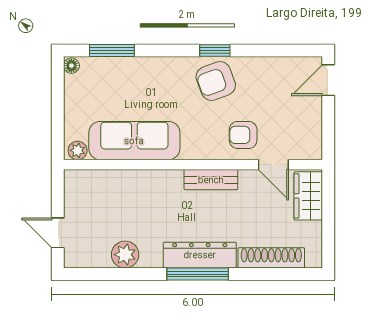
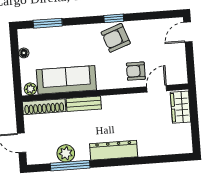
floor lamp: (71, 66) -> (24, 53), moved
door: (273, 165) -> (157, 89), swing flipped
bench: (211, 180) -> (84, 104), moved
shoe rack: (271, 258) -> (44, 107), moved, turned 180
window: (198, 274) -> (70, 166), moved

